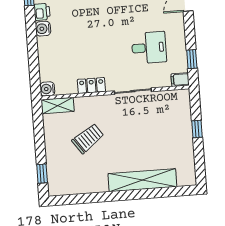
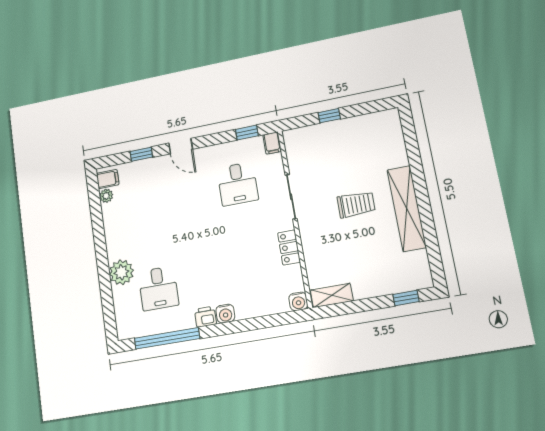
desk: (149, 48) -> (238, 184), turned 180
shelving: (58, 106) -> (332, 295), moved, turned 90
trolley: (88, 138) -> (356, 204), moved, turned 125
shelving: (142, 180) -> (407, 208), moved

